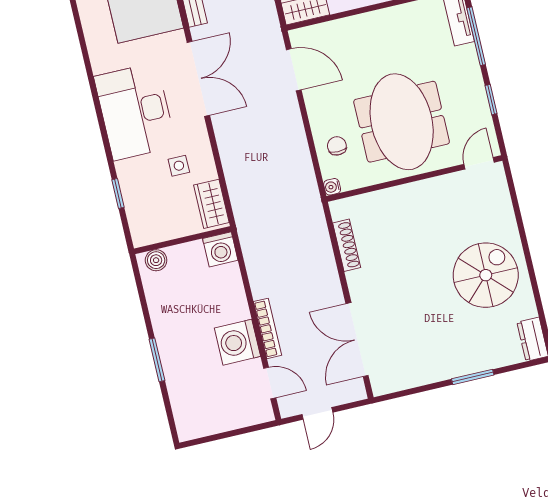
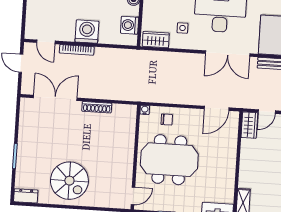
door: (479, 163) -> (133, 196), hinge flipped
shoe rack: (347, 245) -> (97, 107), moved
washing machine: (220, 249) -> (130, 25), moved
washing machine: (237, 342) -> (87, 32), moved
door: (270, 383) -> (46, 42), hinge flipped

